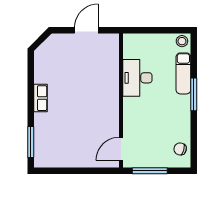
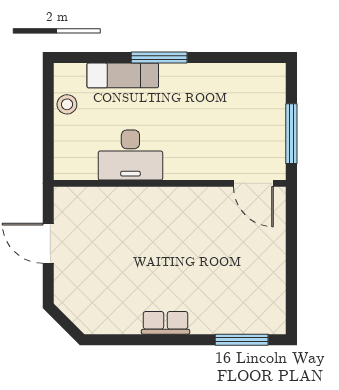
stool: (182, 41) -> (67, 104), moved
chair: (180, 149) -> (254, 81), removed

